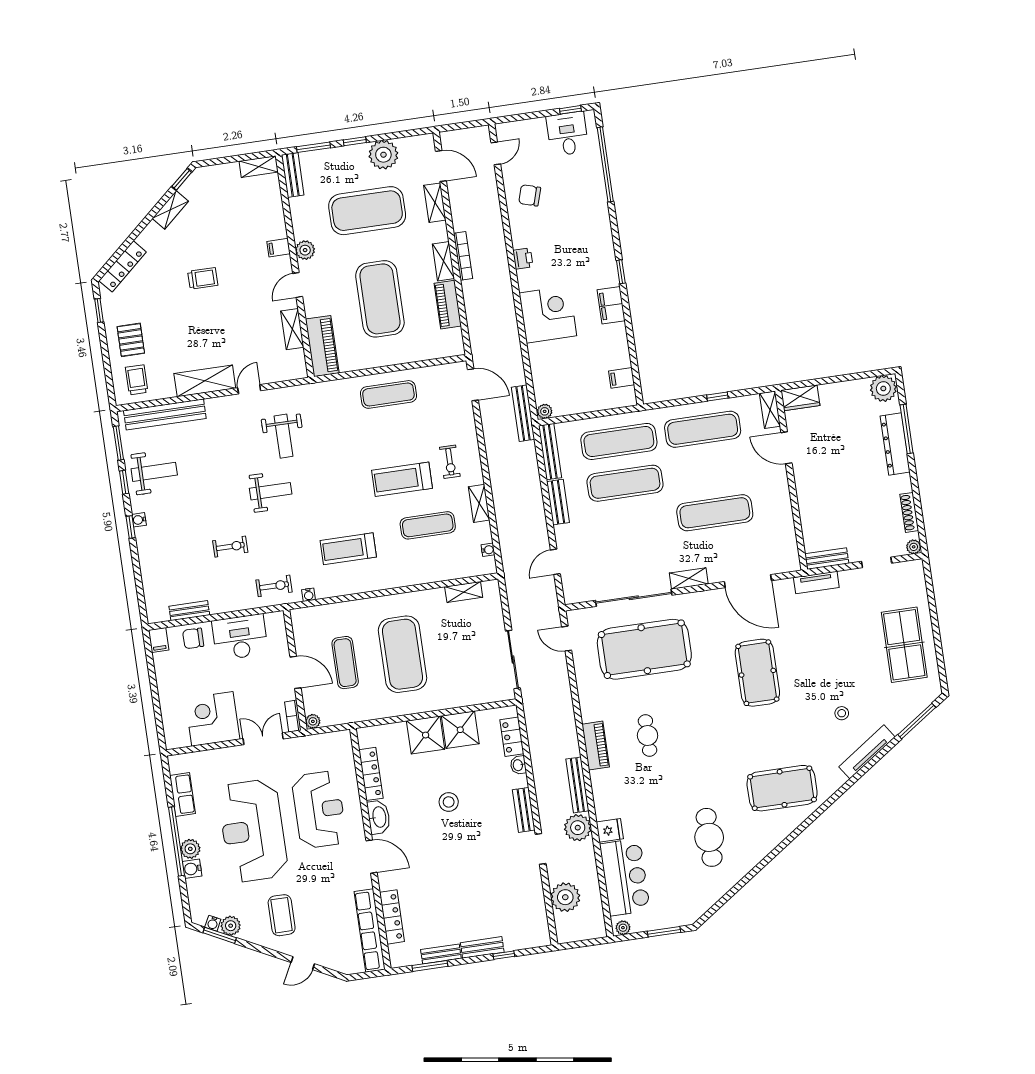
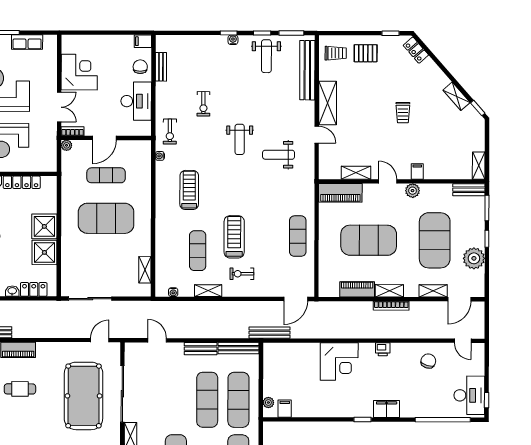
desk: (567, 134) -> (469, 395), width x1.37
locker: (123, 266) -> (416, 50), width x0.66
filing cabinet: (611, 305) -> (387, 409), moved
plant: (545, 411) -> (268, 402), moved

